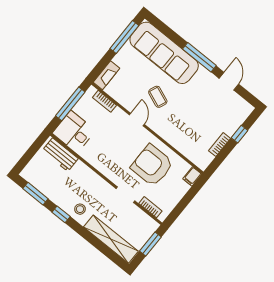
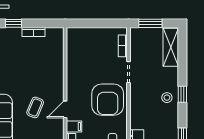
armchair: (152, 165) -> (108, 100), moved
filing cabinet: (192, 176) -> (74, 127), moved
window: (61, 214) -> (182, 94), moved
shelving: (111, 239) -> (171, 47), width x0.68

